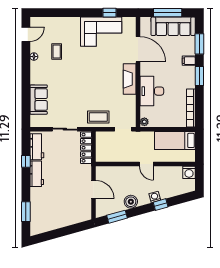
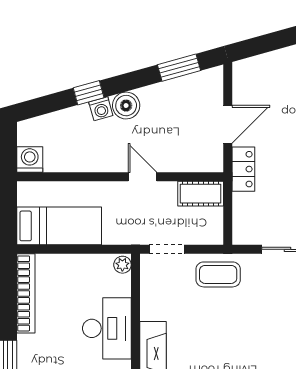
locker: (86, 148) -> (243, 169), moved, width x0.66
cot: (107, 156) -> (201, 194), added
door: (146, 164) -> (143, 177), moved
door: (94, 189) -> (228, 124), swing flipped
boiler: (131, 202) -> (126, 106), moved

